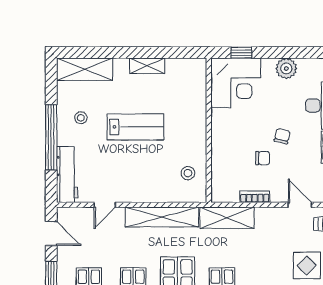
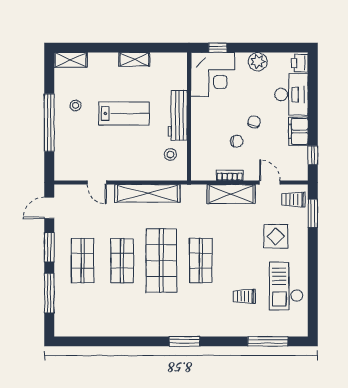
shelving: (85, 69) -> (71, 60), width x0.67, depth x0.75
workbench: (67, 175) -> (178, 115), moved, turned 180
door: (105, 205) -> (97, 183), hinge flipped
shelving: (227, 218) -> (231, 194), moved
door: (51, 233) -> (49, 208), swing flipped

